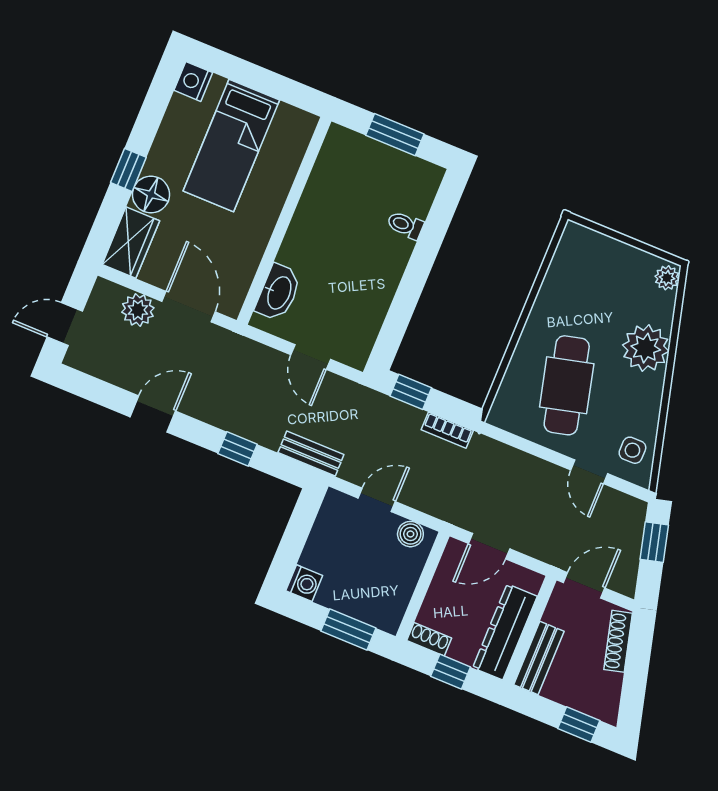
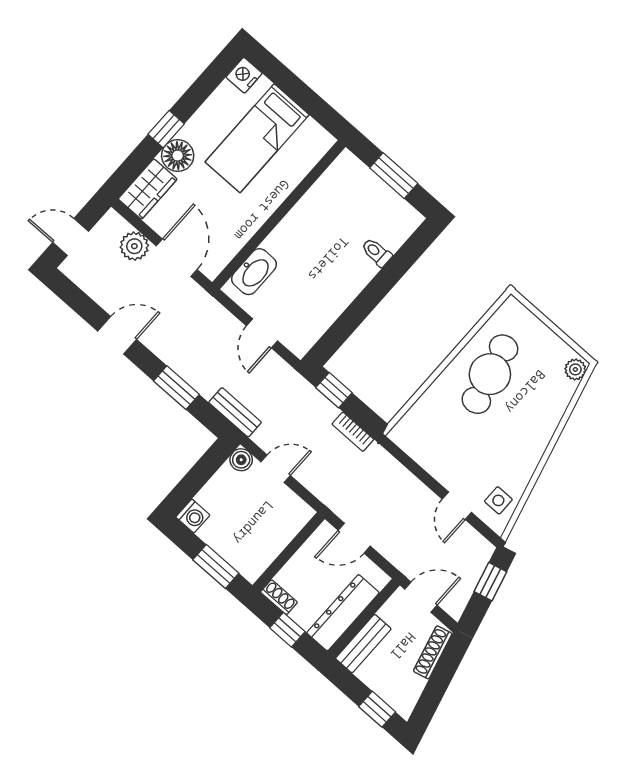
plant: (646, 348) -> (538, 421), removed
cafe table: (567, 385) -> (490, 374), moved
window: (237, 449) -> (176, 388), width x1.50
boiler: (410, 534) -> (241, 460), moved

